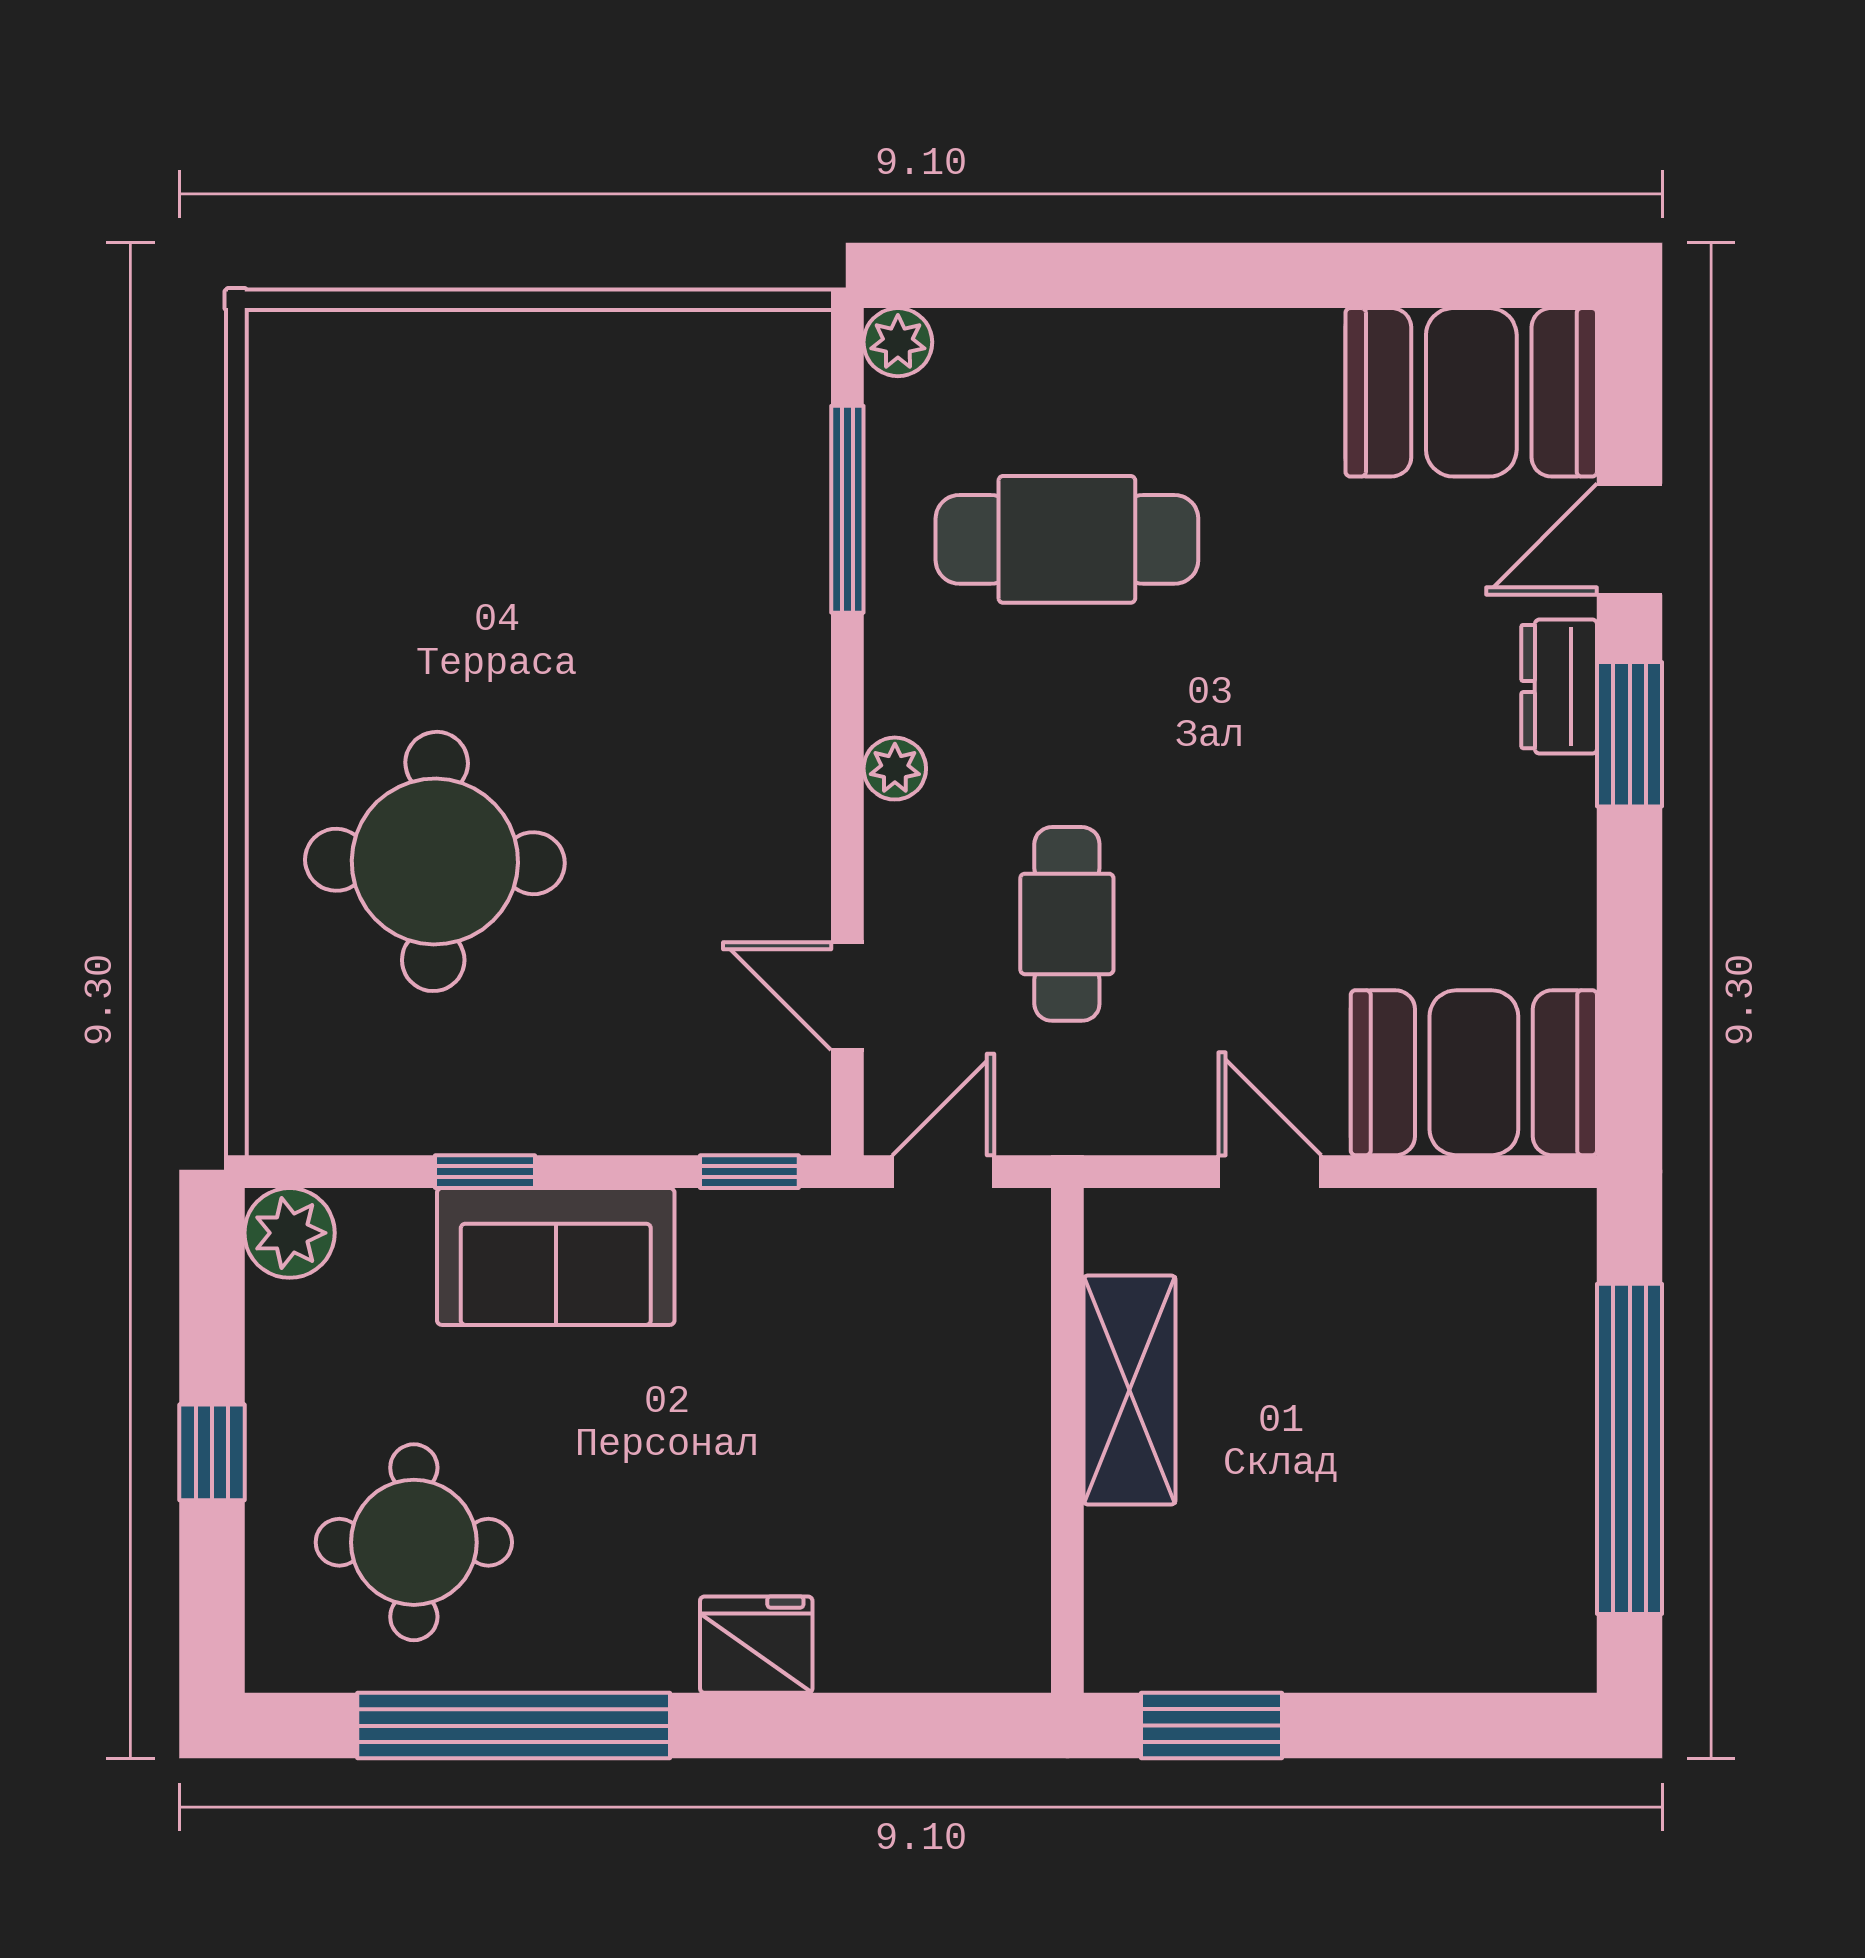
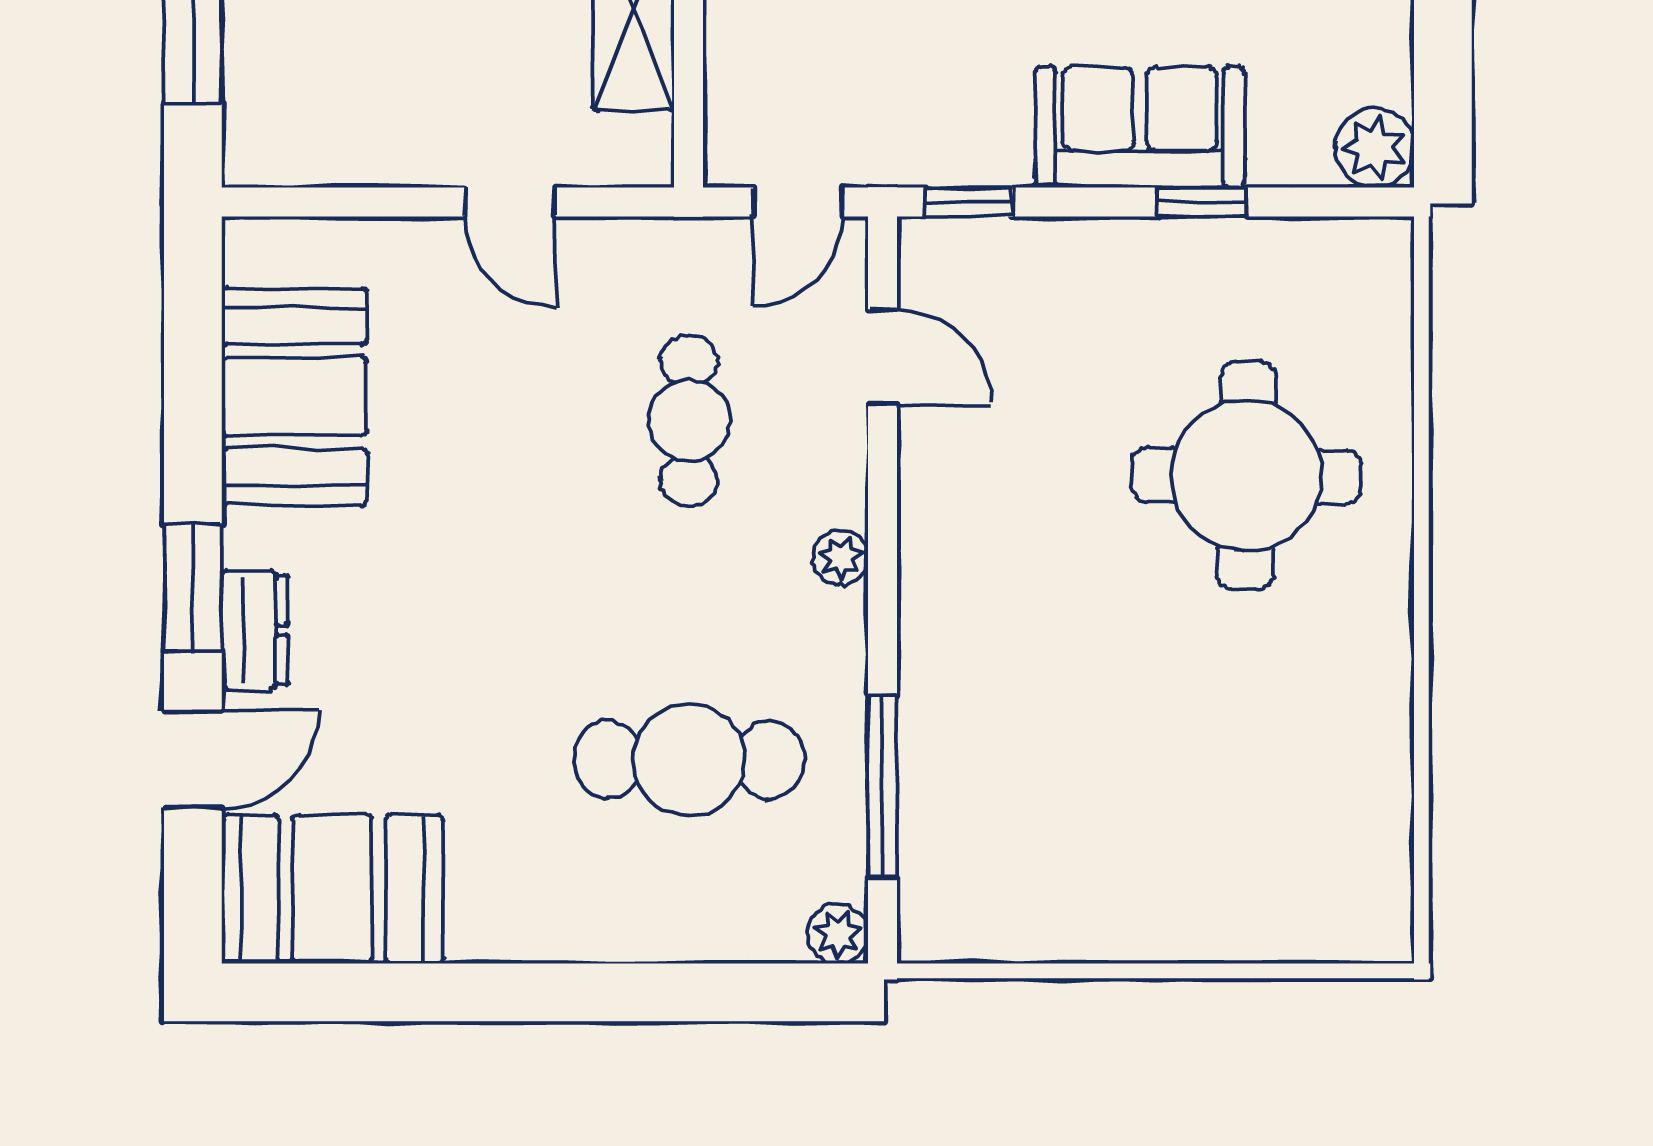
booth: (1474, 1073) -> (294, 397), moved, turned 90

